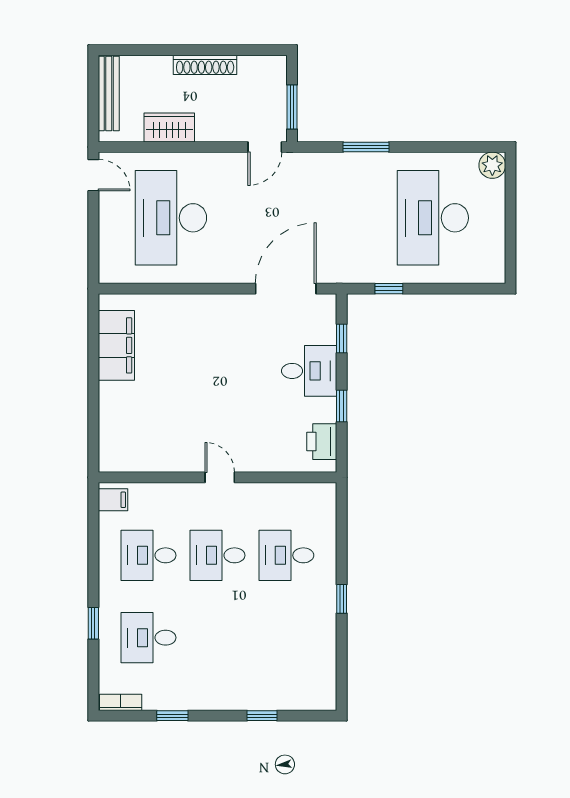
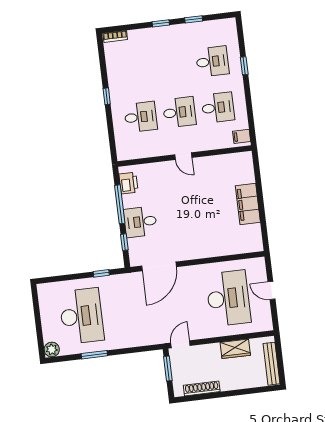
shoe rack: (205, 65) -> (202, 388), moved
window: (366, 147) -> (94, 355), moved
door: (93, 175) -> (271, 290), moved
filing cabinet: (116, 345) -> (248, 204), moved
window: (342, 406) -> (120, 204), width x2.17
bookcase: (121, 702) -> (115, 36), moved
window: (262, 716) -> (161, 23), moved

